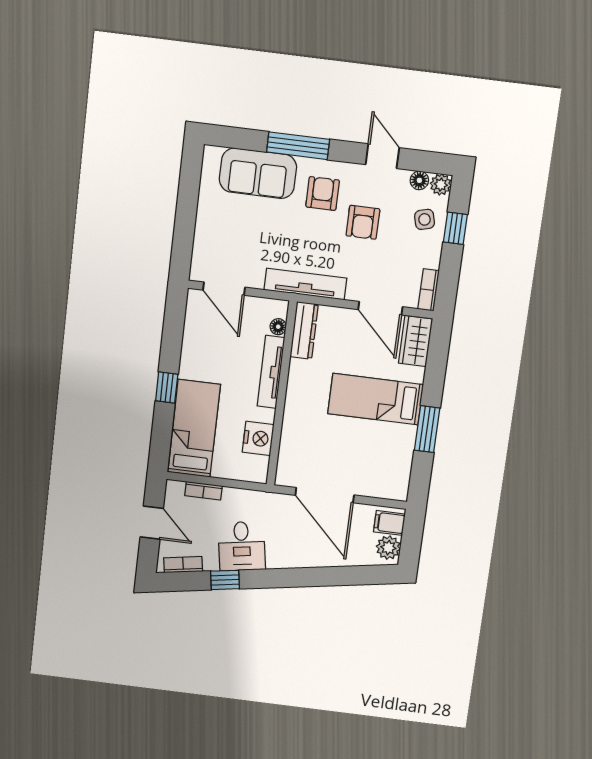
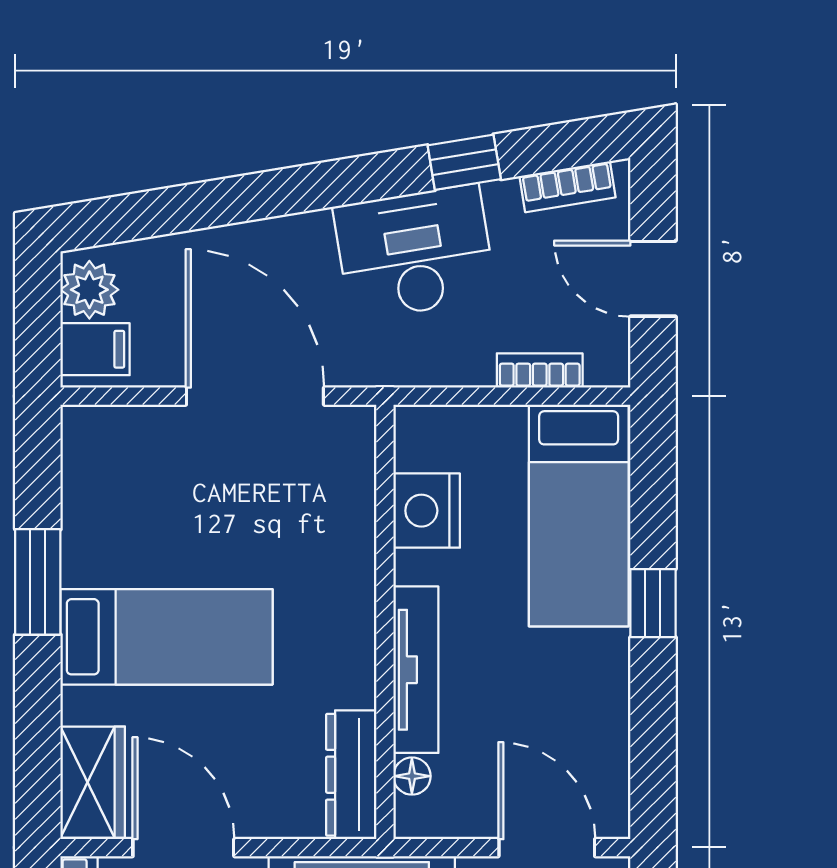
desk: (242, 546) -> (415, 253), width x1.37

